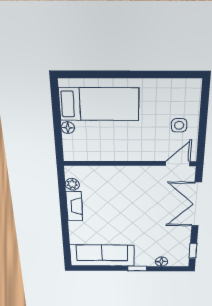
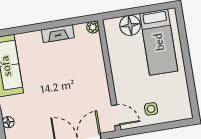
floor lamp: (68, 128) -> (130, 25), width x1.89, depth x1.89
plant: (72, 184) -> (93, 27), moved

